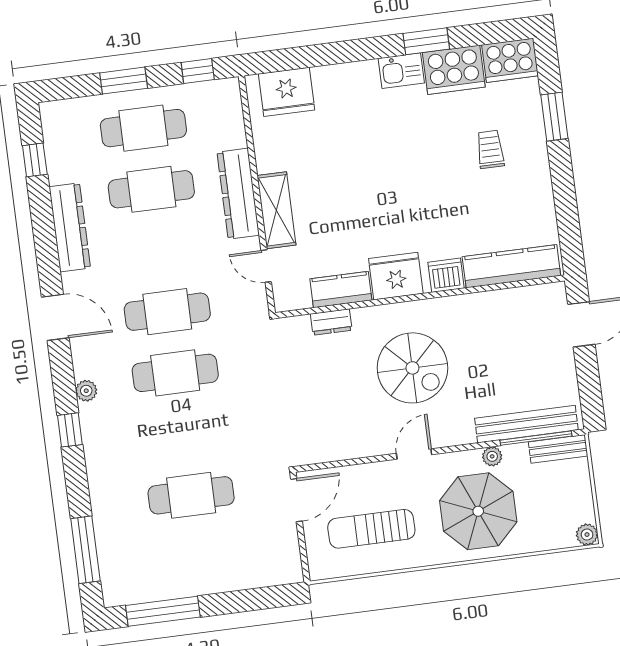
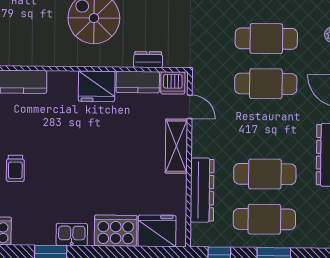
cooker: (454, 70) -> (116, 231), moved
dresser: (238, 194) -> (202, 190), moved
dishwasher: (446, 275) -> (173, 83), moved

